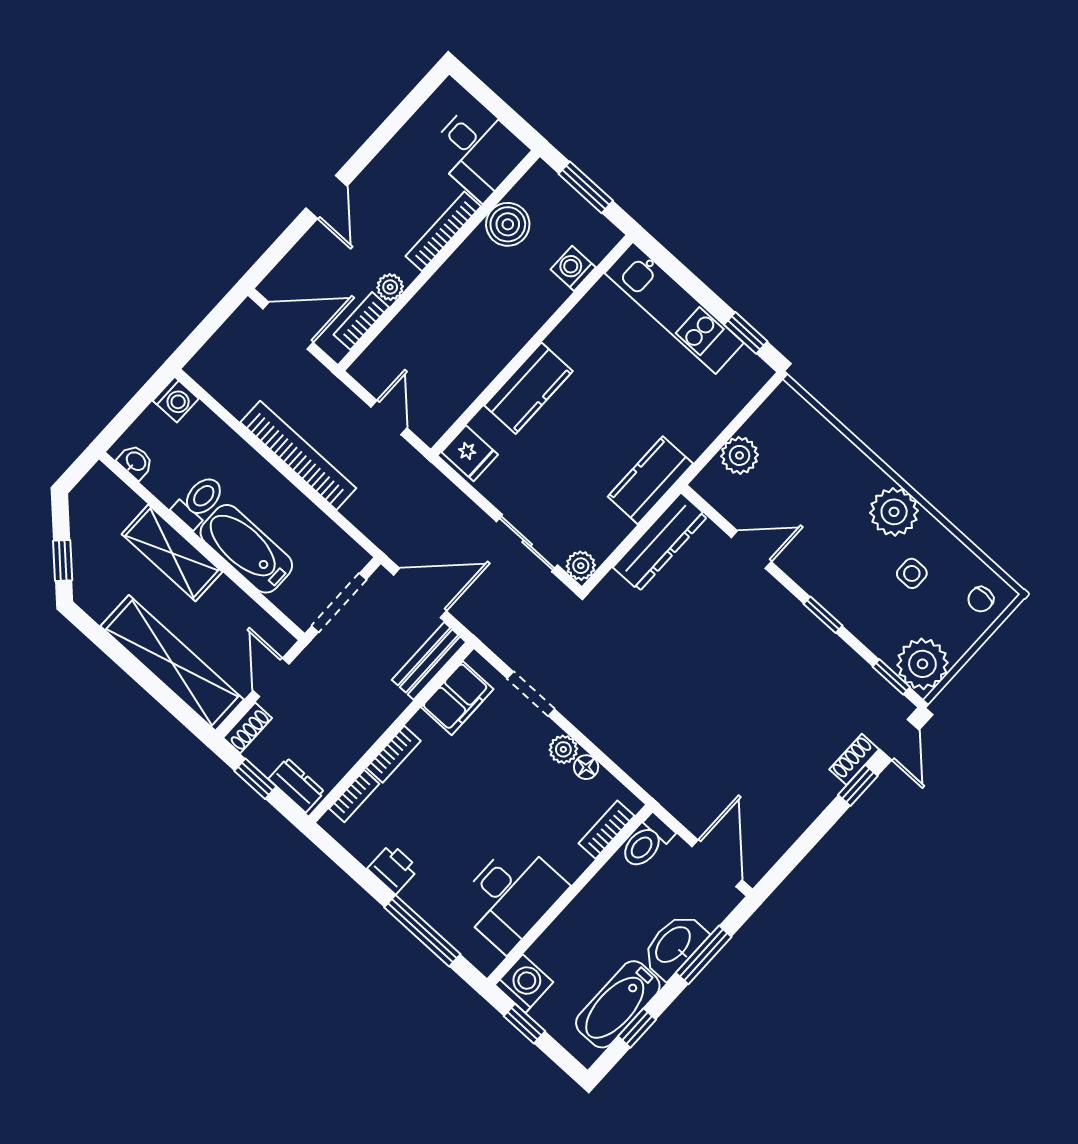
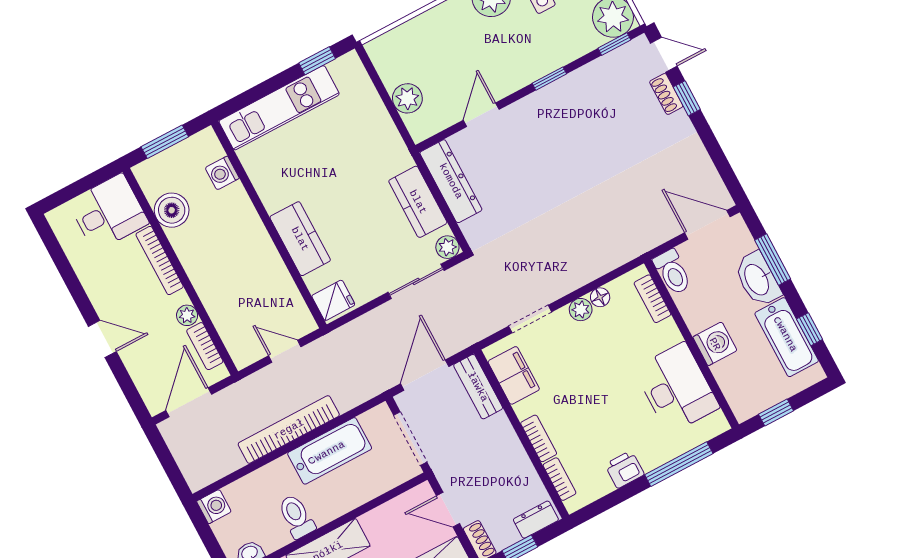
kitchen counter: (650, 480) -> (418, 202), moved
bathtub: (246, 549) -> (330, 451), moved, turned 180
washing machine: (524, 984) -> (715, 344), moved, turned 90

